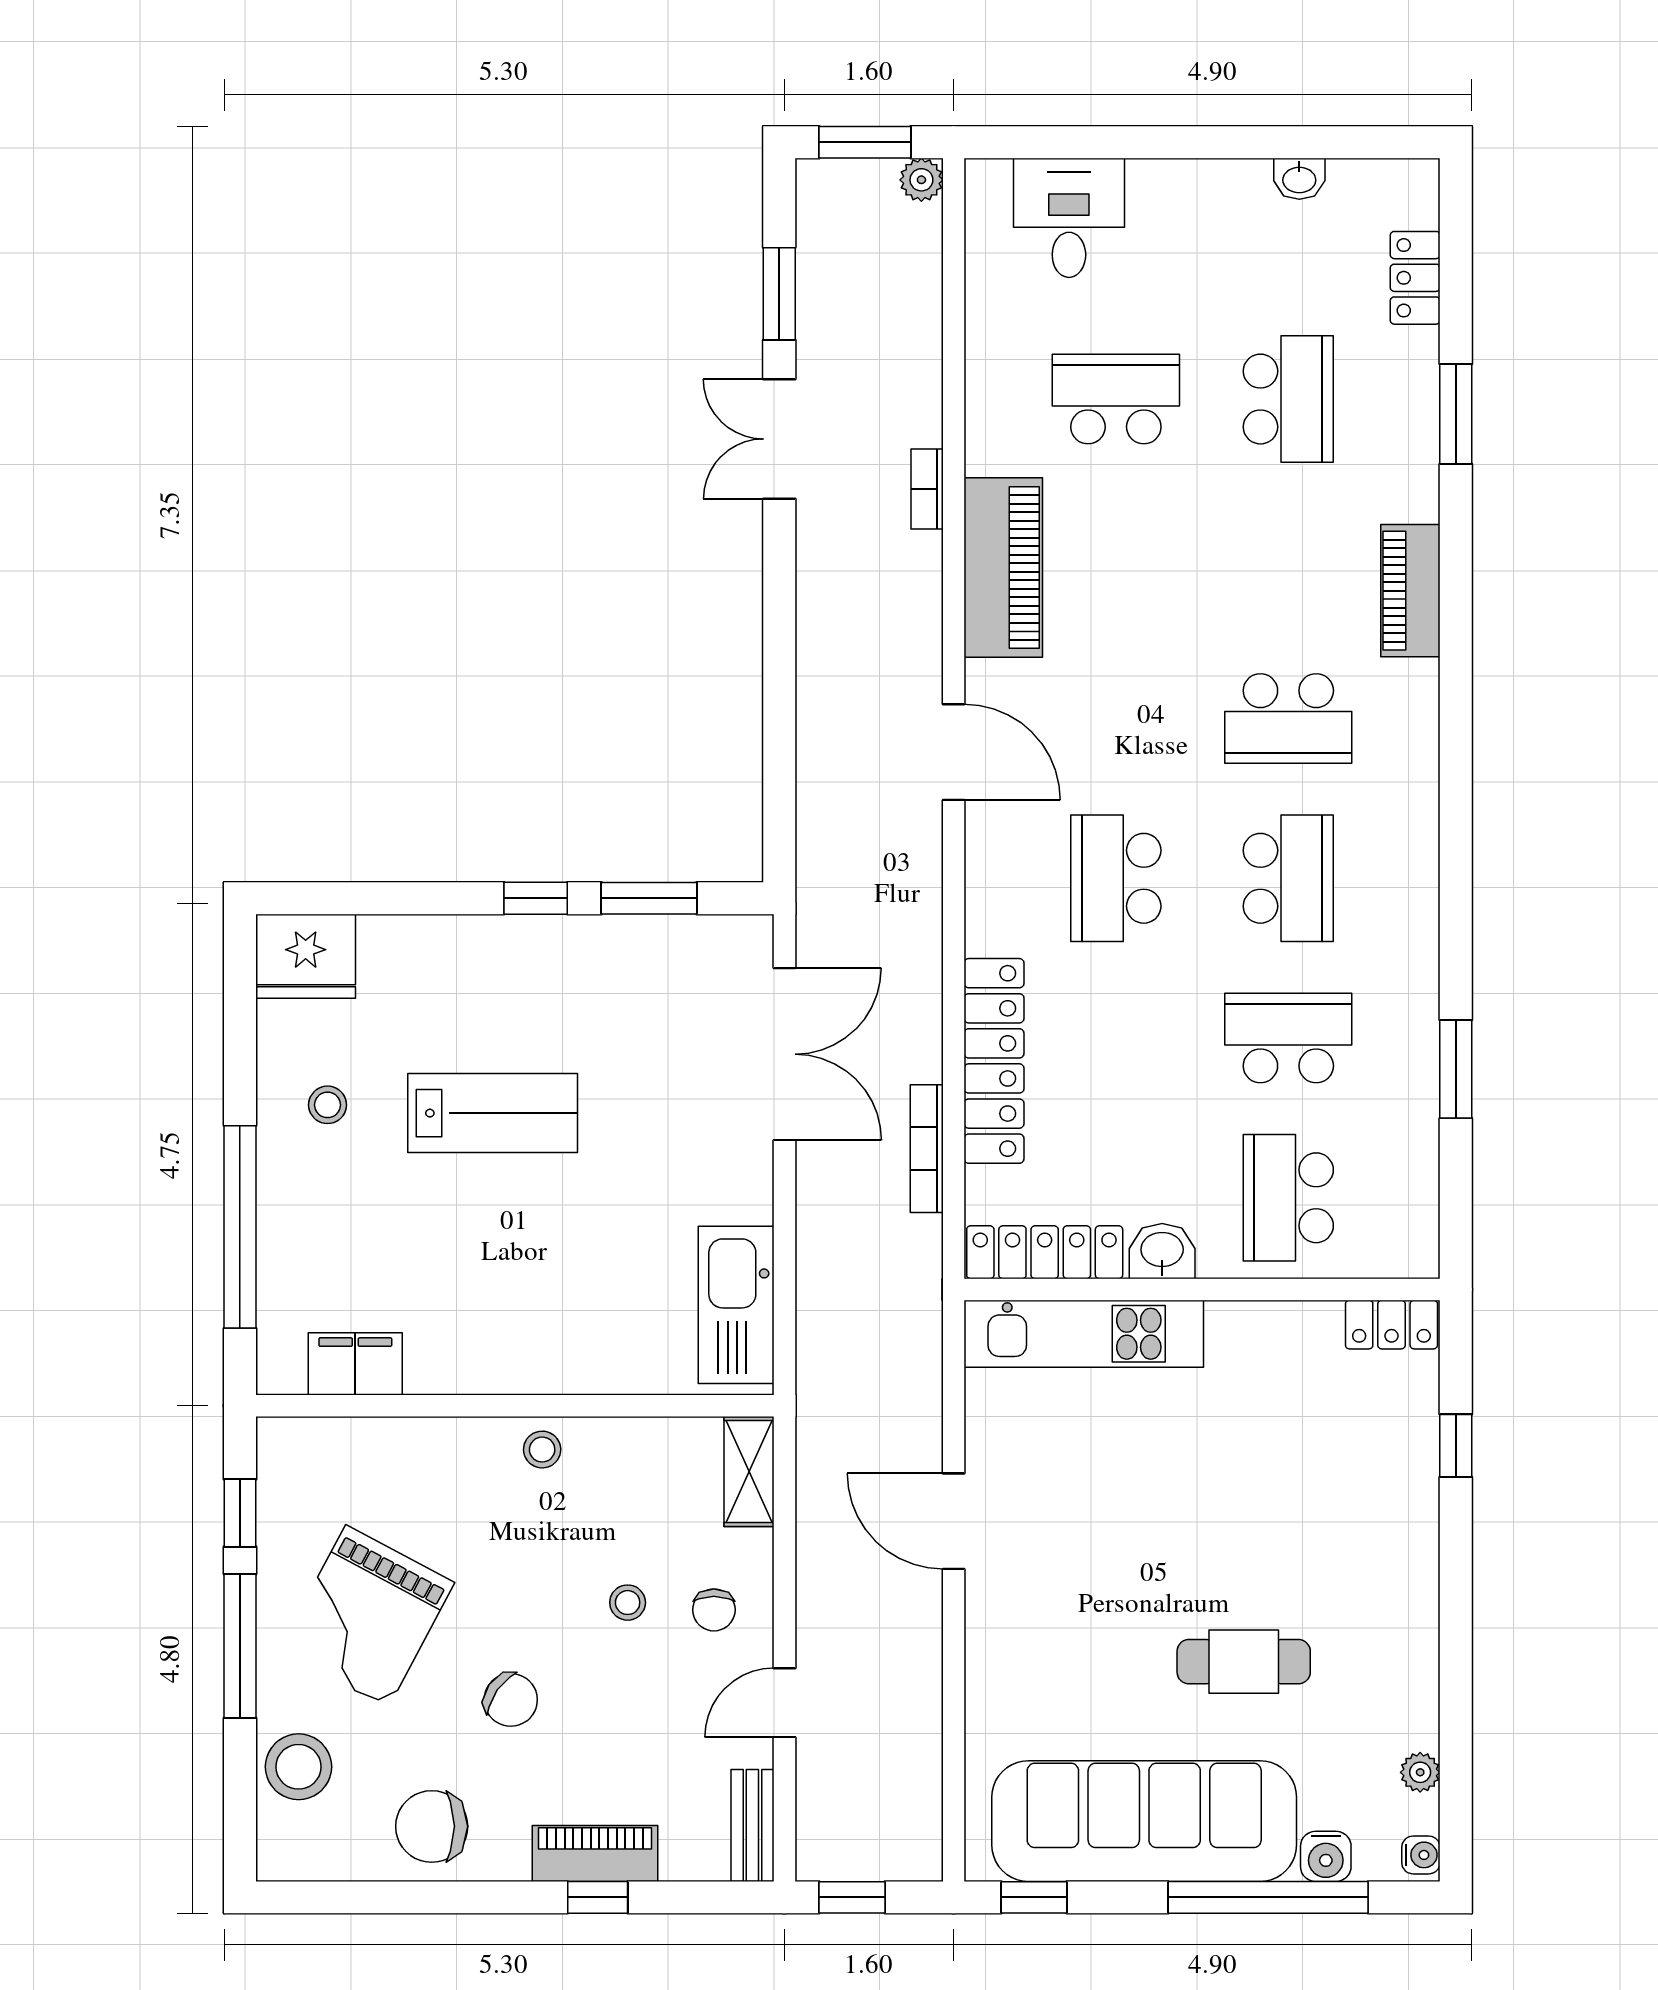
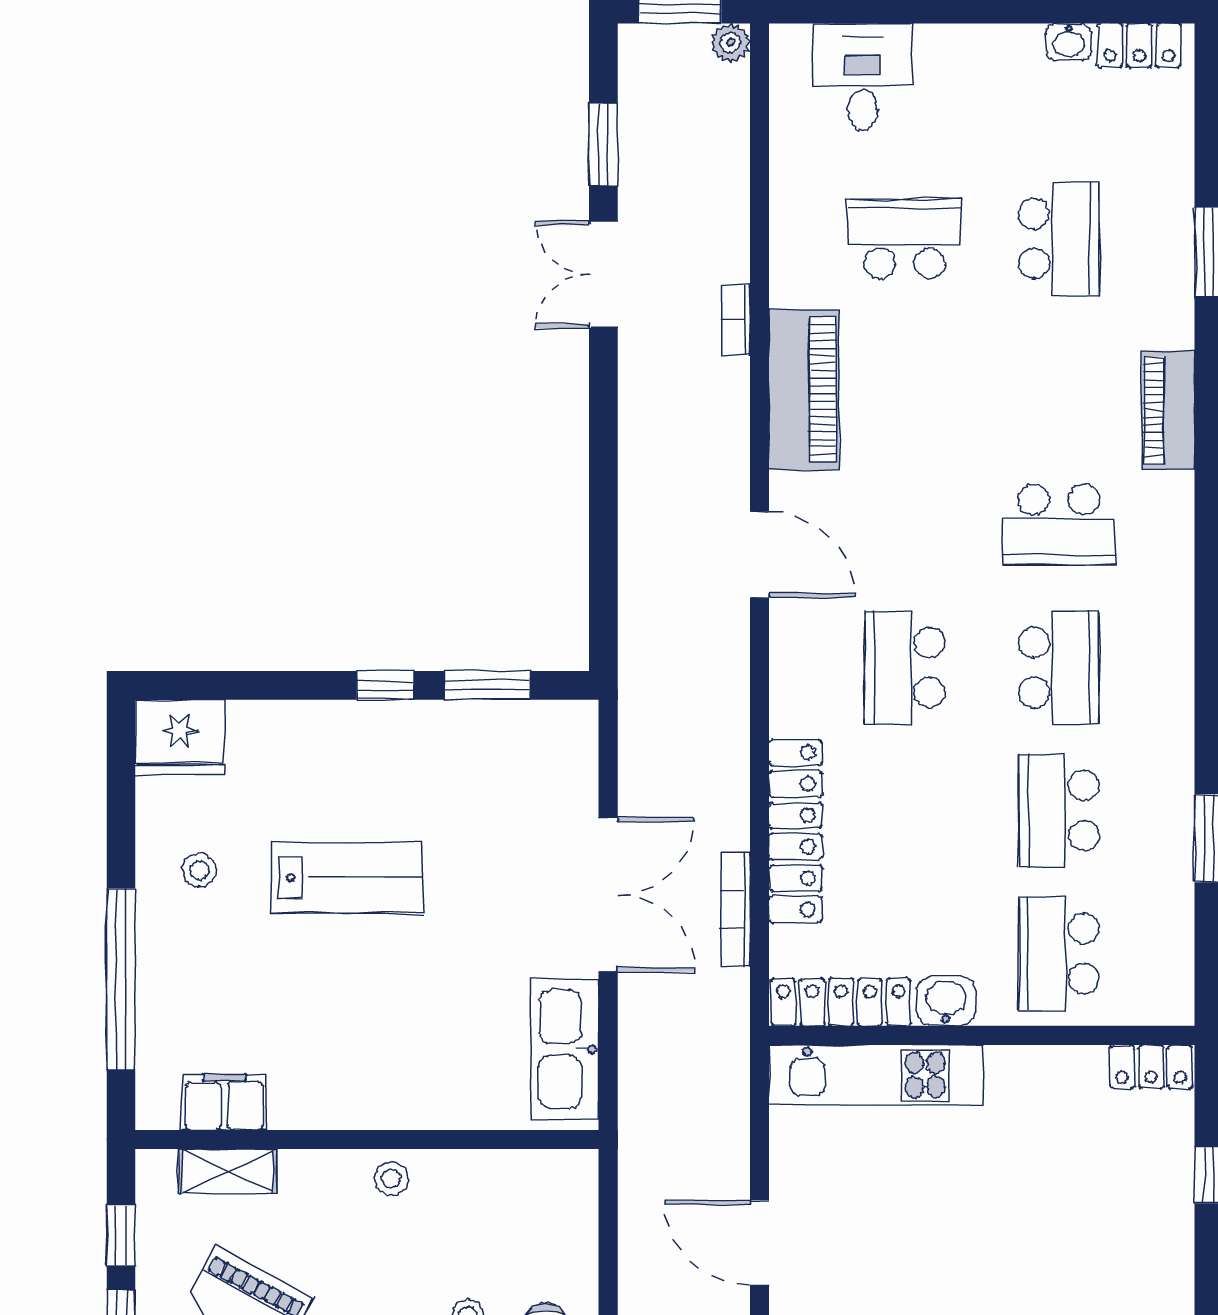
locker: (1415, 278) -> (1139, 45), moved, turned -90
school desk: (1288, 1038) -> (1059, 810), turned -90
double door: (784, 1054) -> (608, 895), moved
shelving: (749, 1472) -> (228, 1171), moved, turned 90

